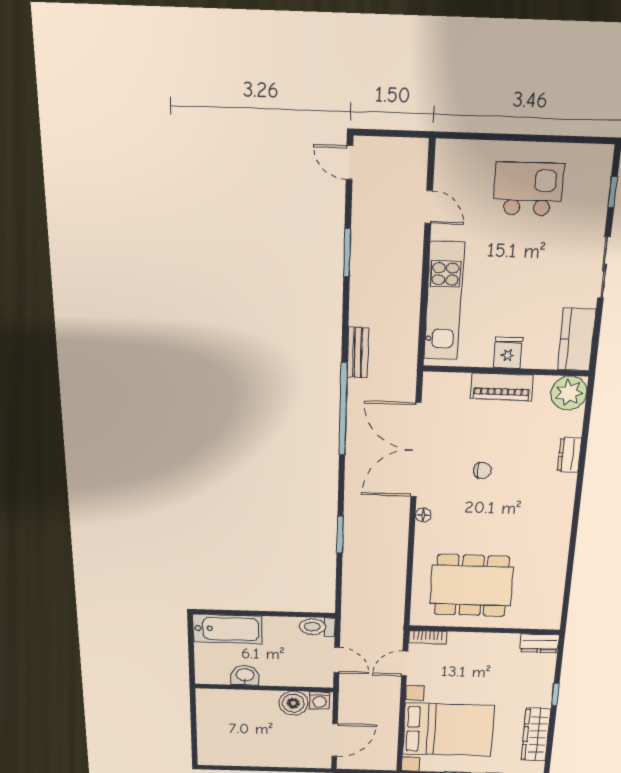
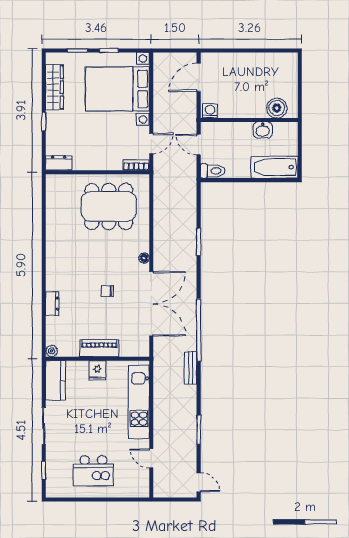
plant: (569, 393) -> (52, 351), width x0.53, depth x0.53
boiler: (293, 703) -> (277, 108), moved

